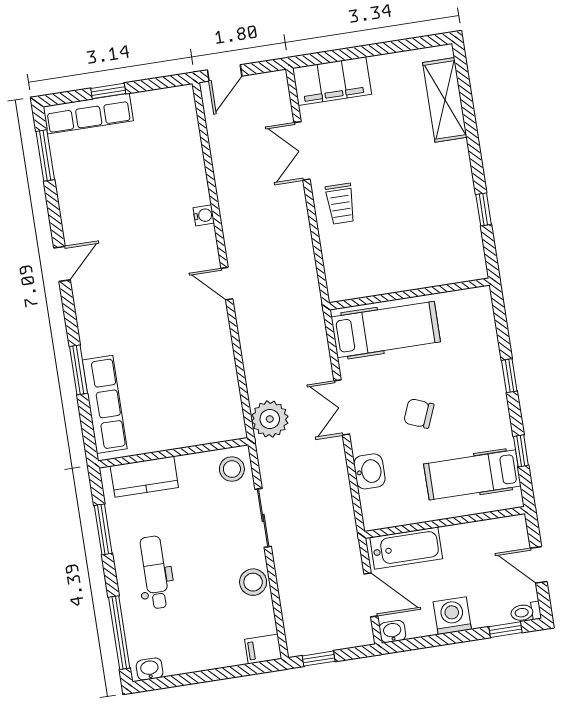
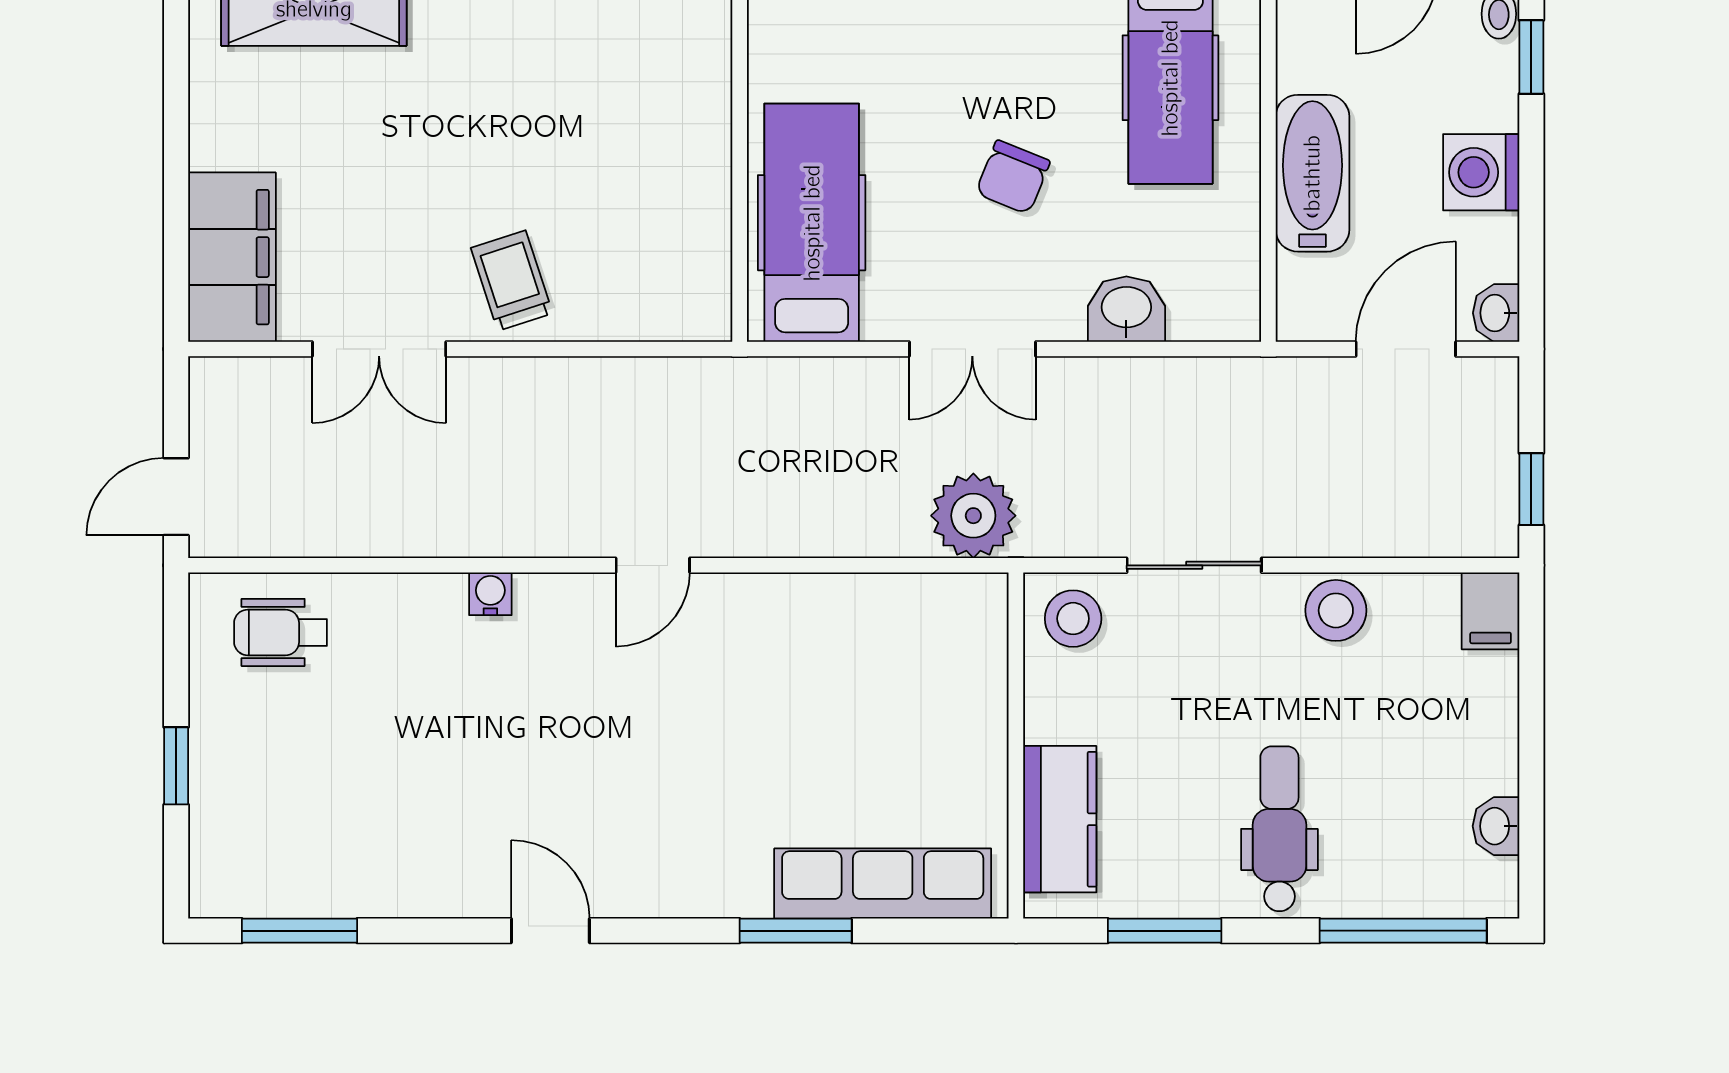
door: (225, 73) -> (176, 497), swing flipped
row of seats: (88, 114) -> (220, 819), removed
wheelchair: (173, 127) -> (281, 632), added
trolley: (341, 204) -> (512, 281), turned -108
bathtub: (406, 548) -> (1312, 173), moved
dental chair: (155, 572) -> (1279, 829), turned 90
washbasin: (150, 669) -> (1496, 826), moved

